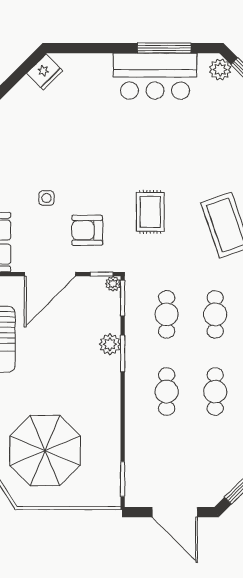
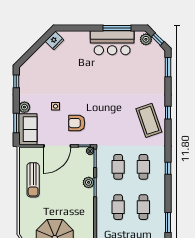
rug: (150, 212) -> (110, 113), removed

